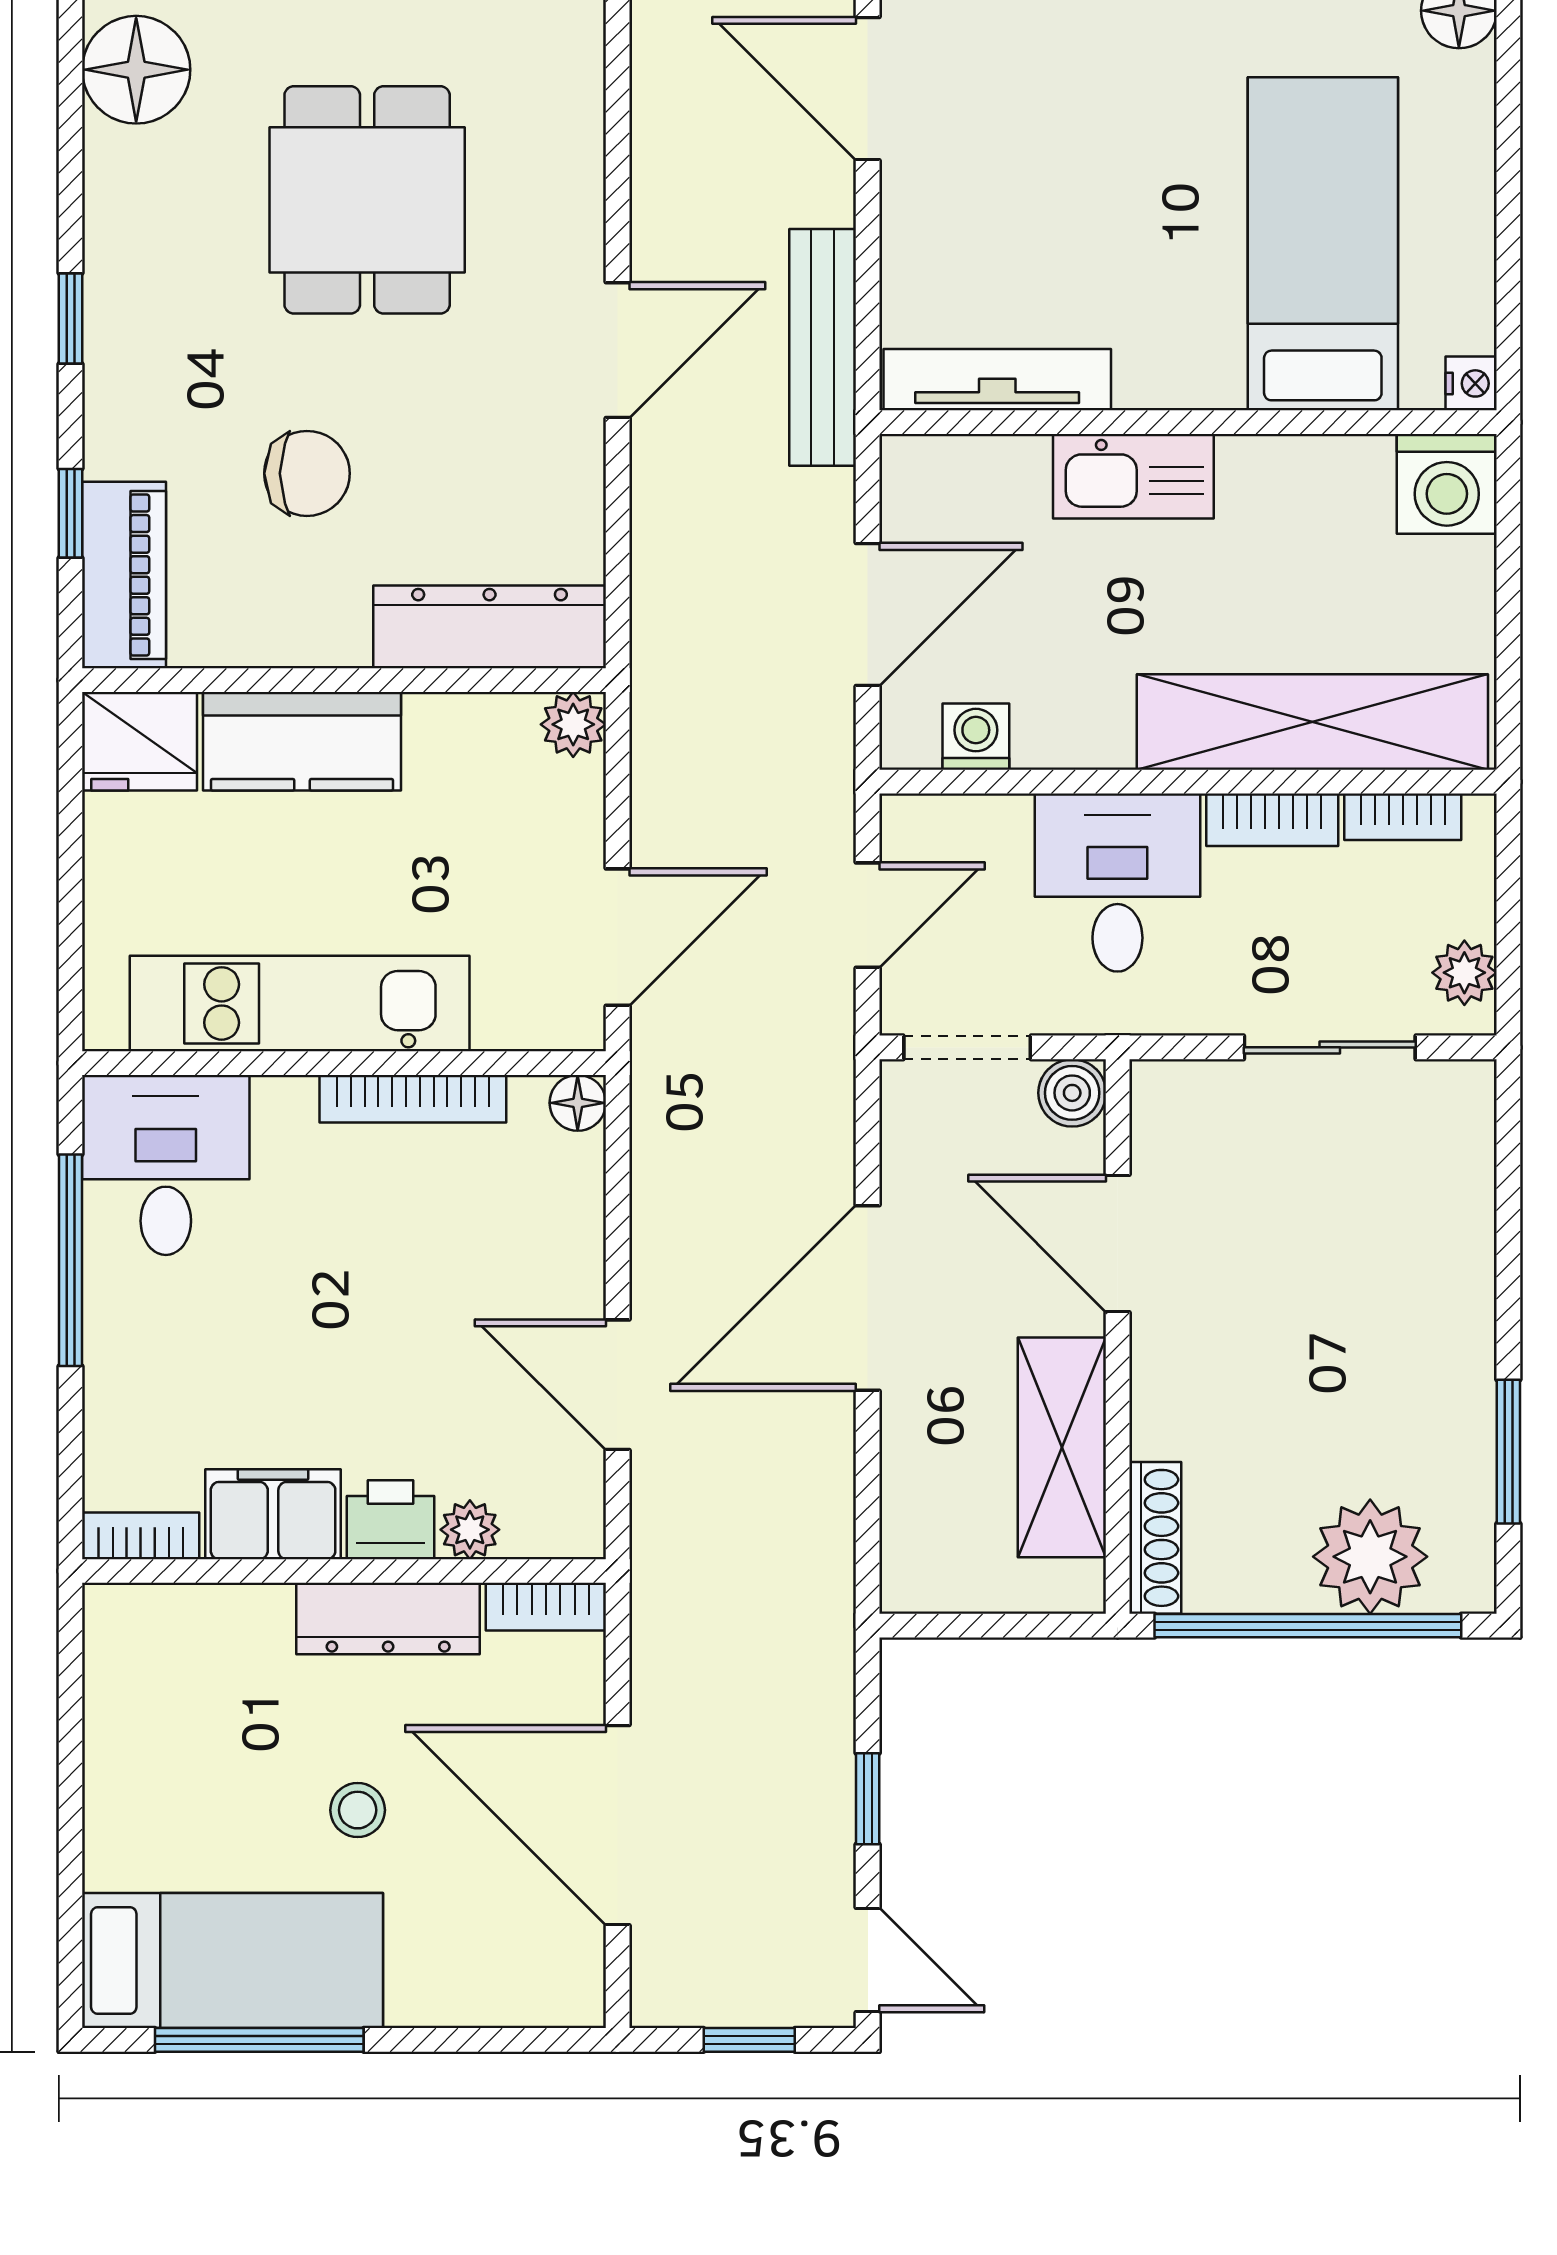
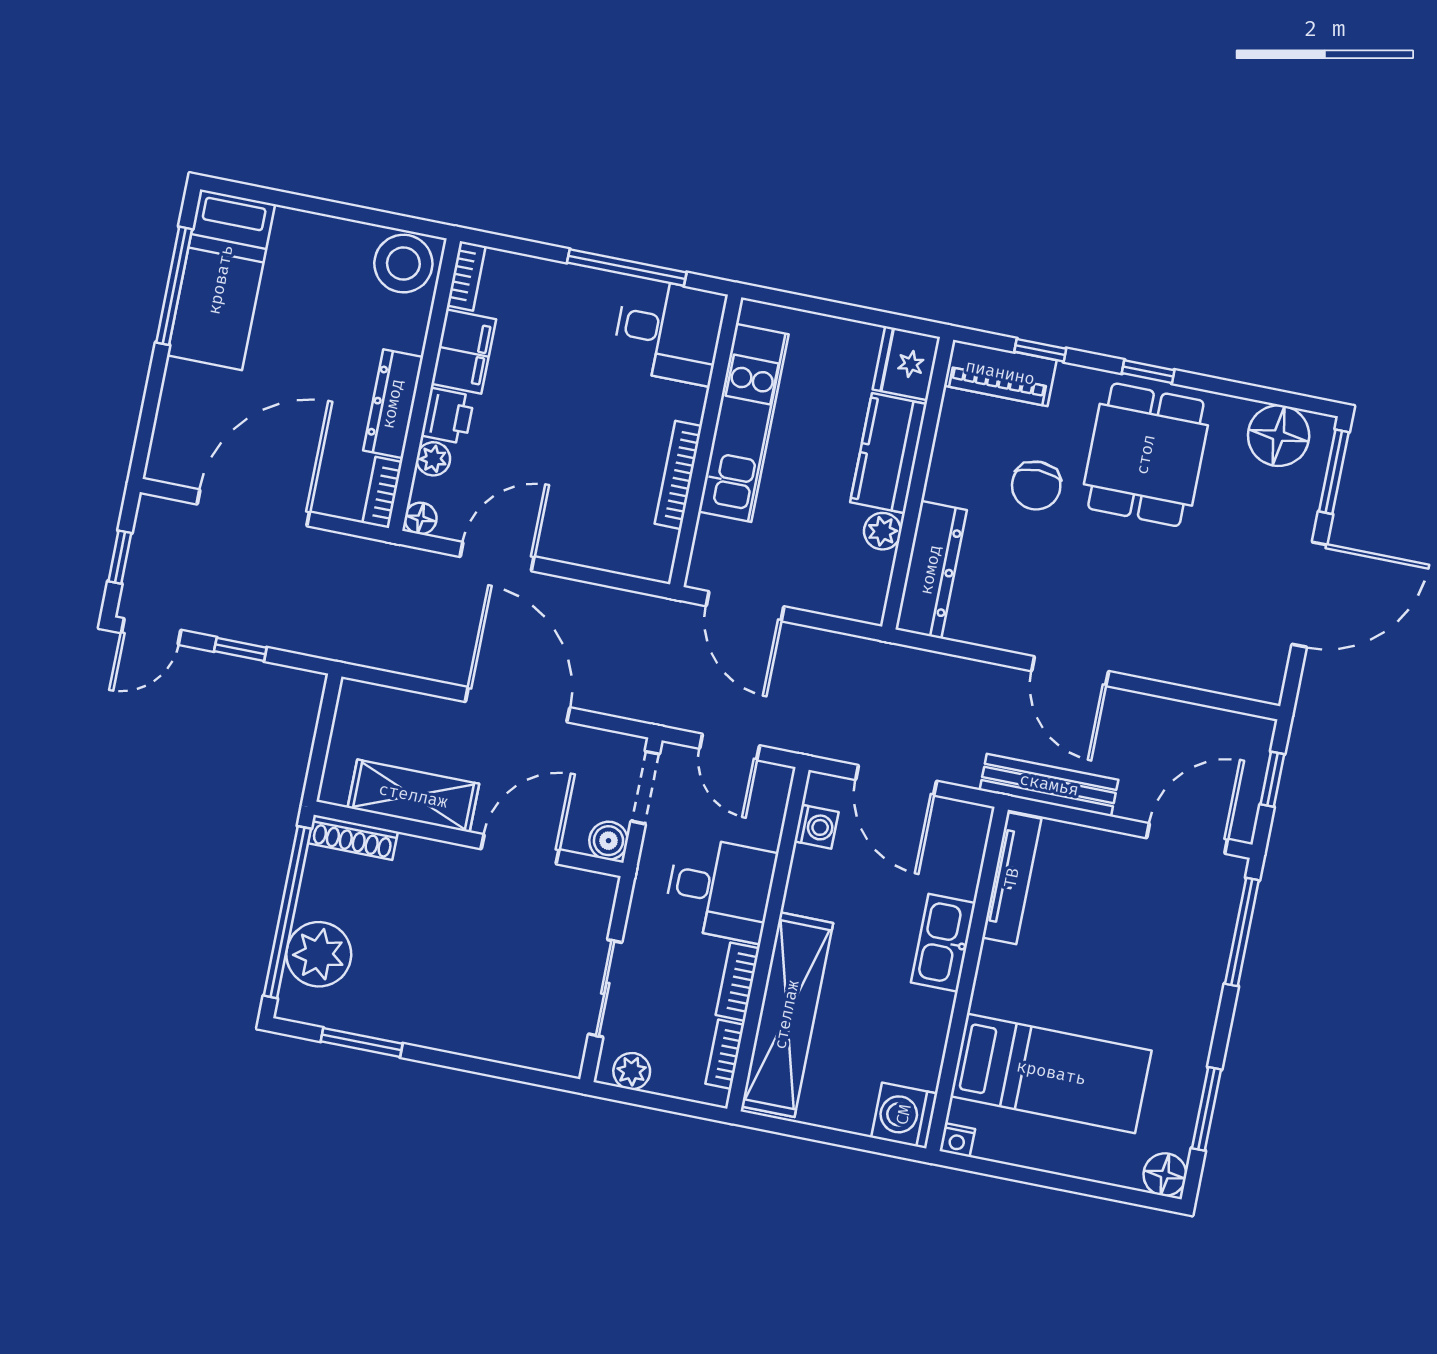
dining table: (367, 200) -> (1146, 455), moved, turned 90
plant: (573, 724) -> (883, 531), moved
floor lamp: (578, 1103) -> (421, 518), moved
stool: (358, 1810) -> (403, 264), moved, width x1.89, depth x1.89

